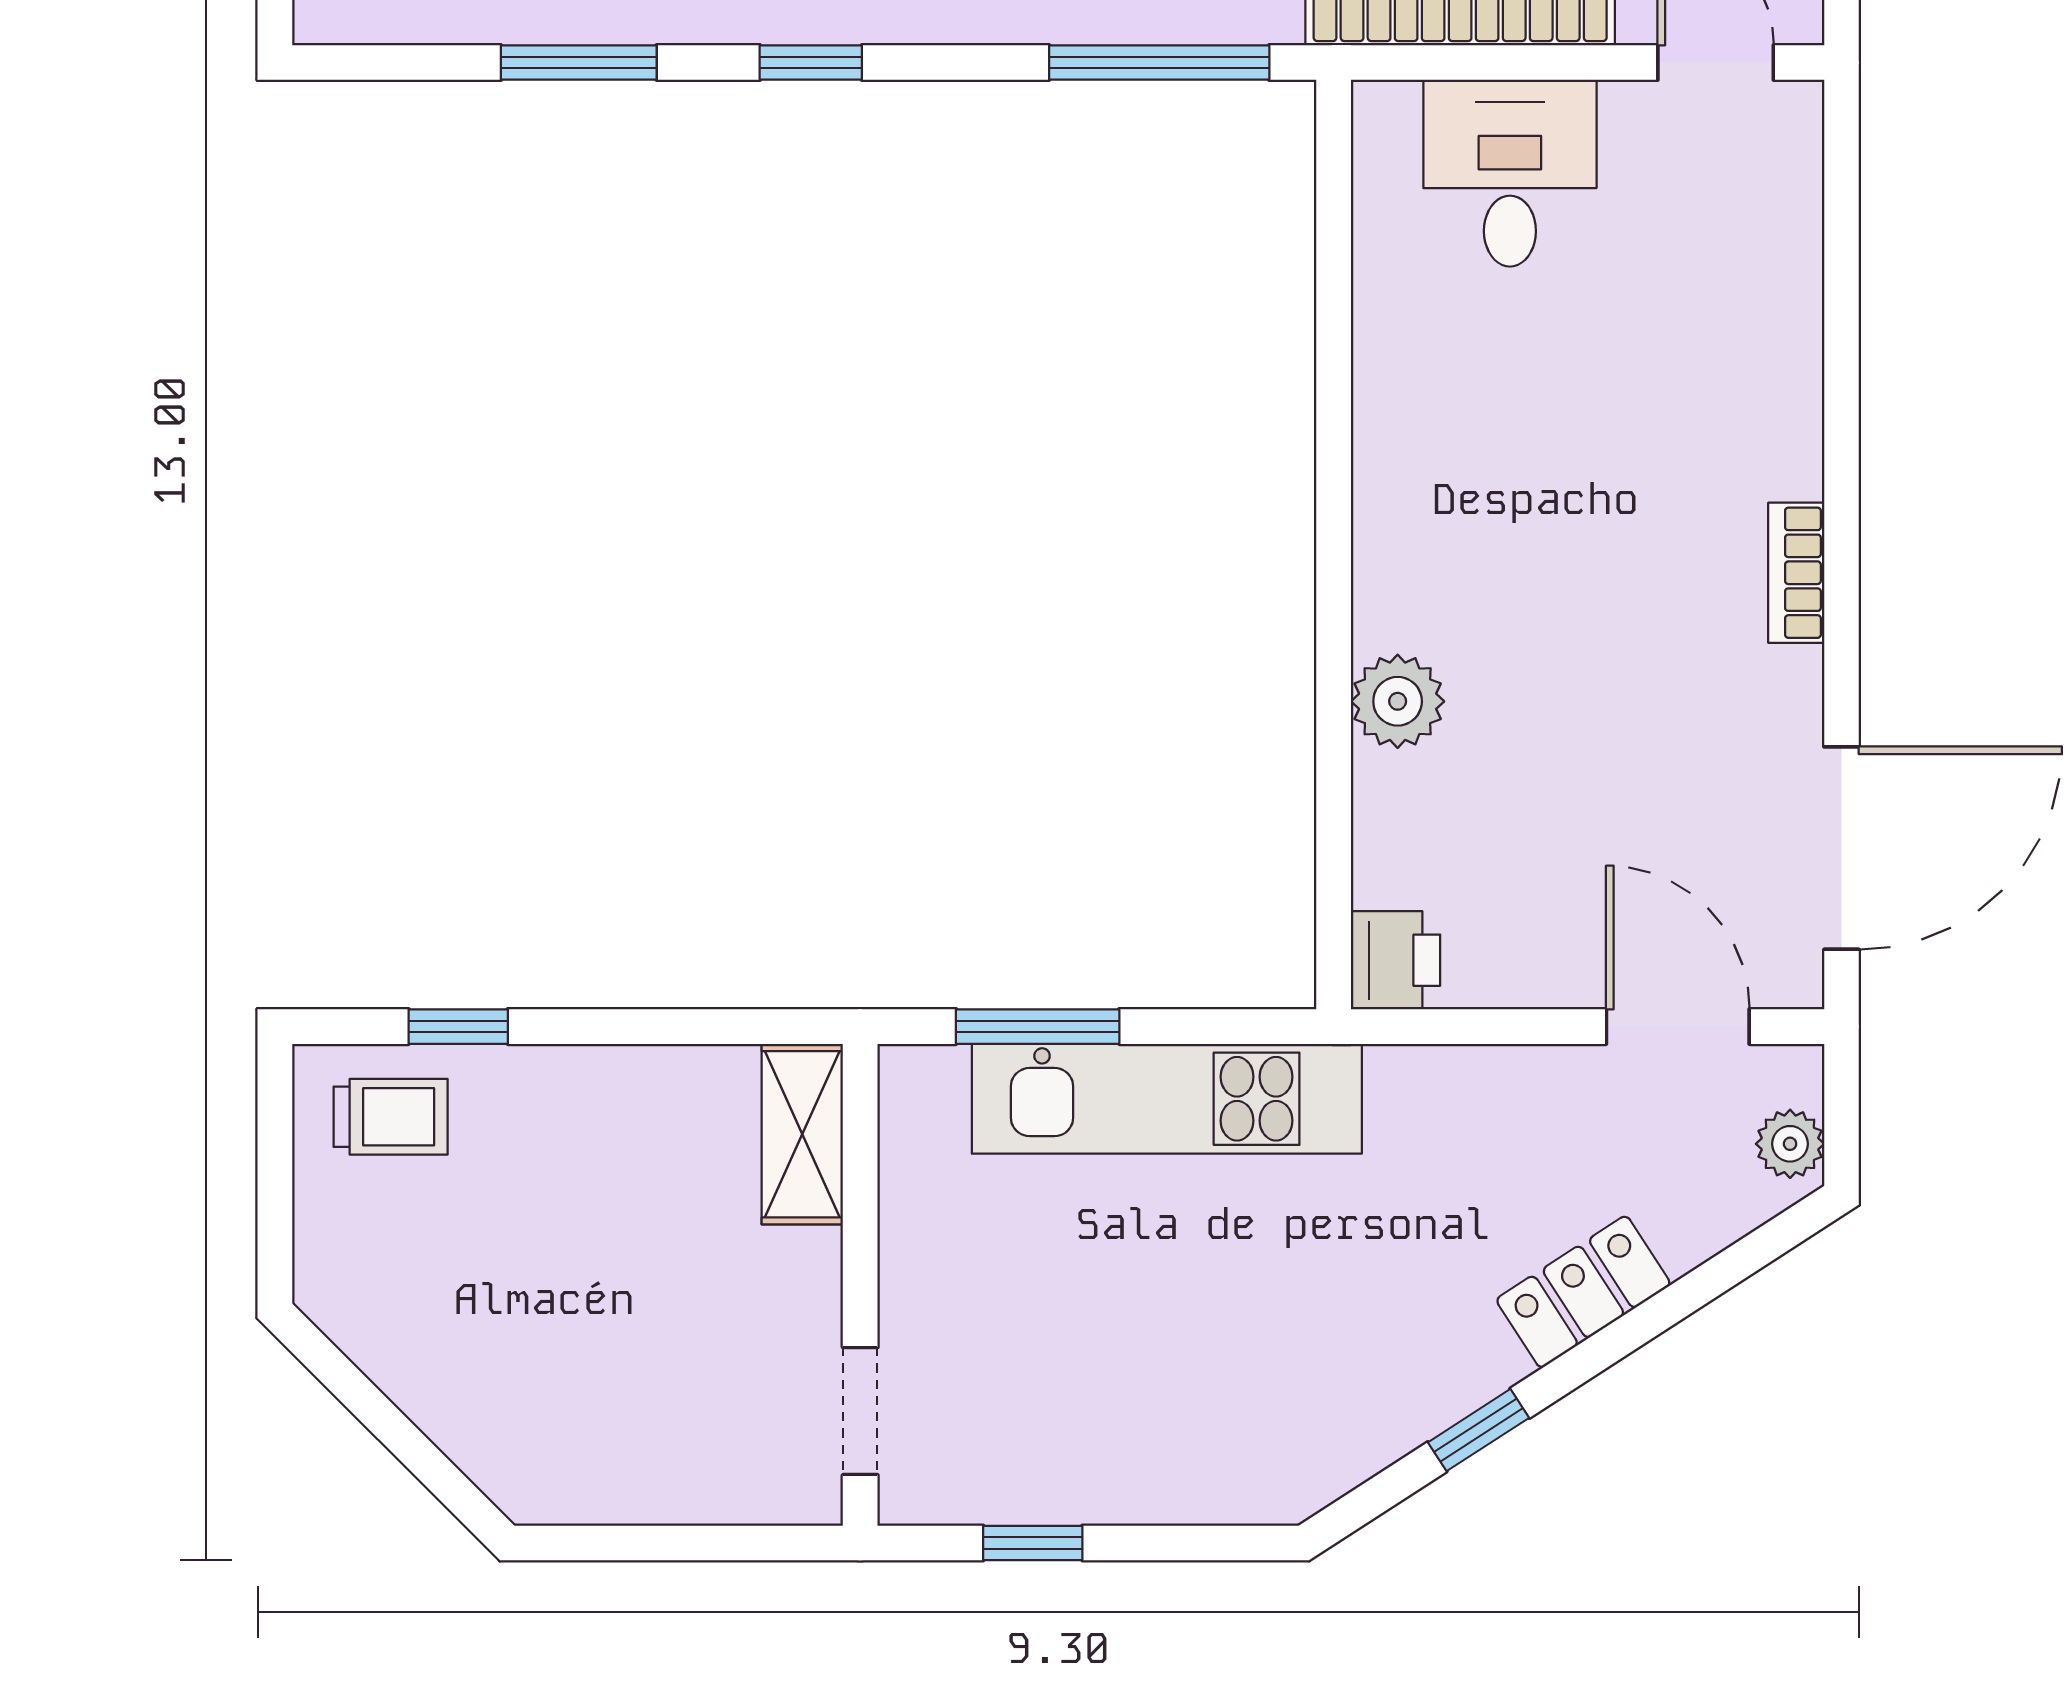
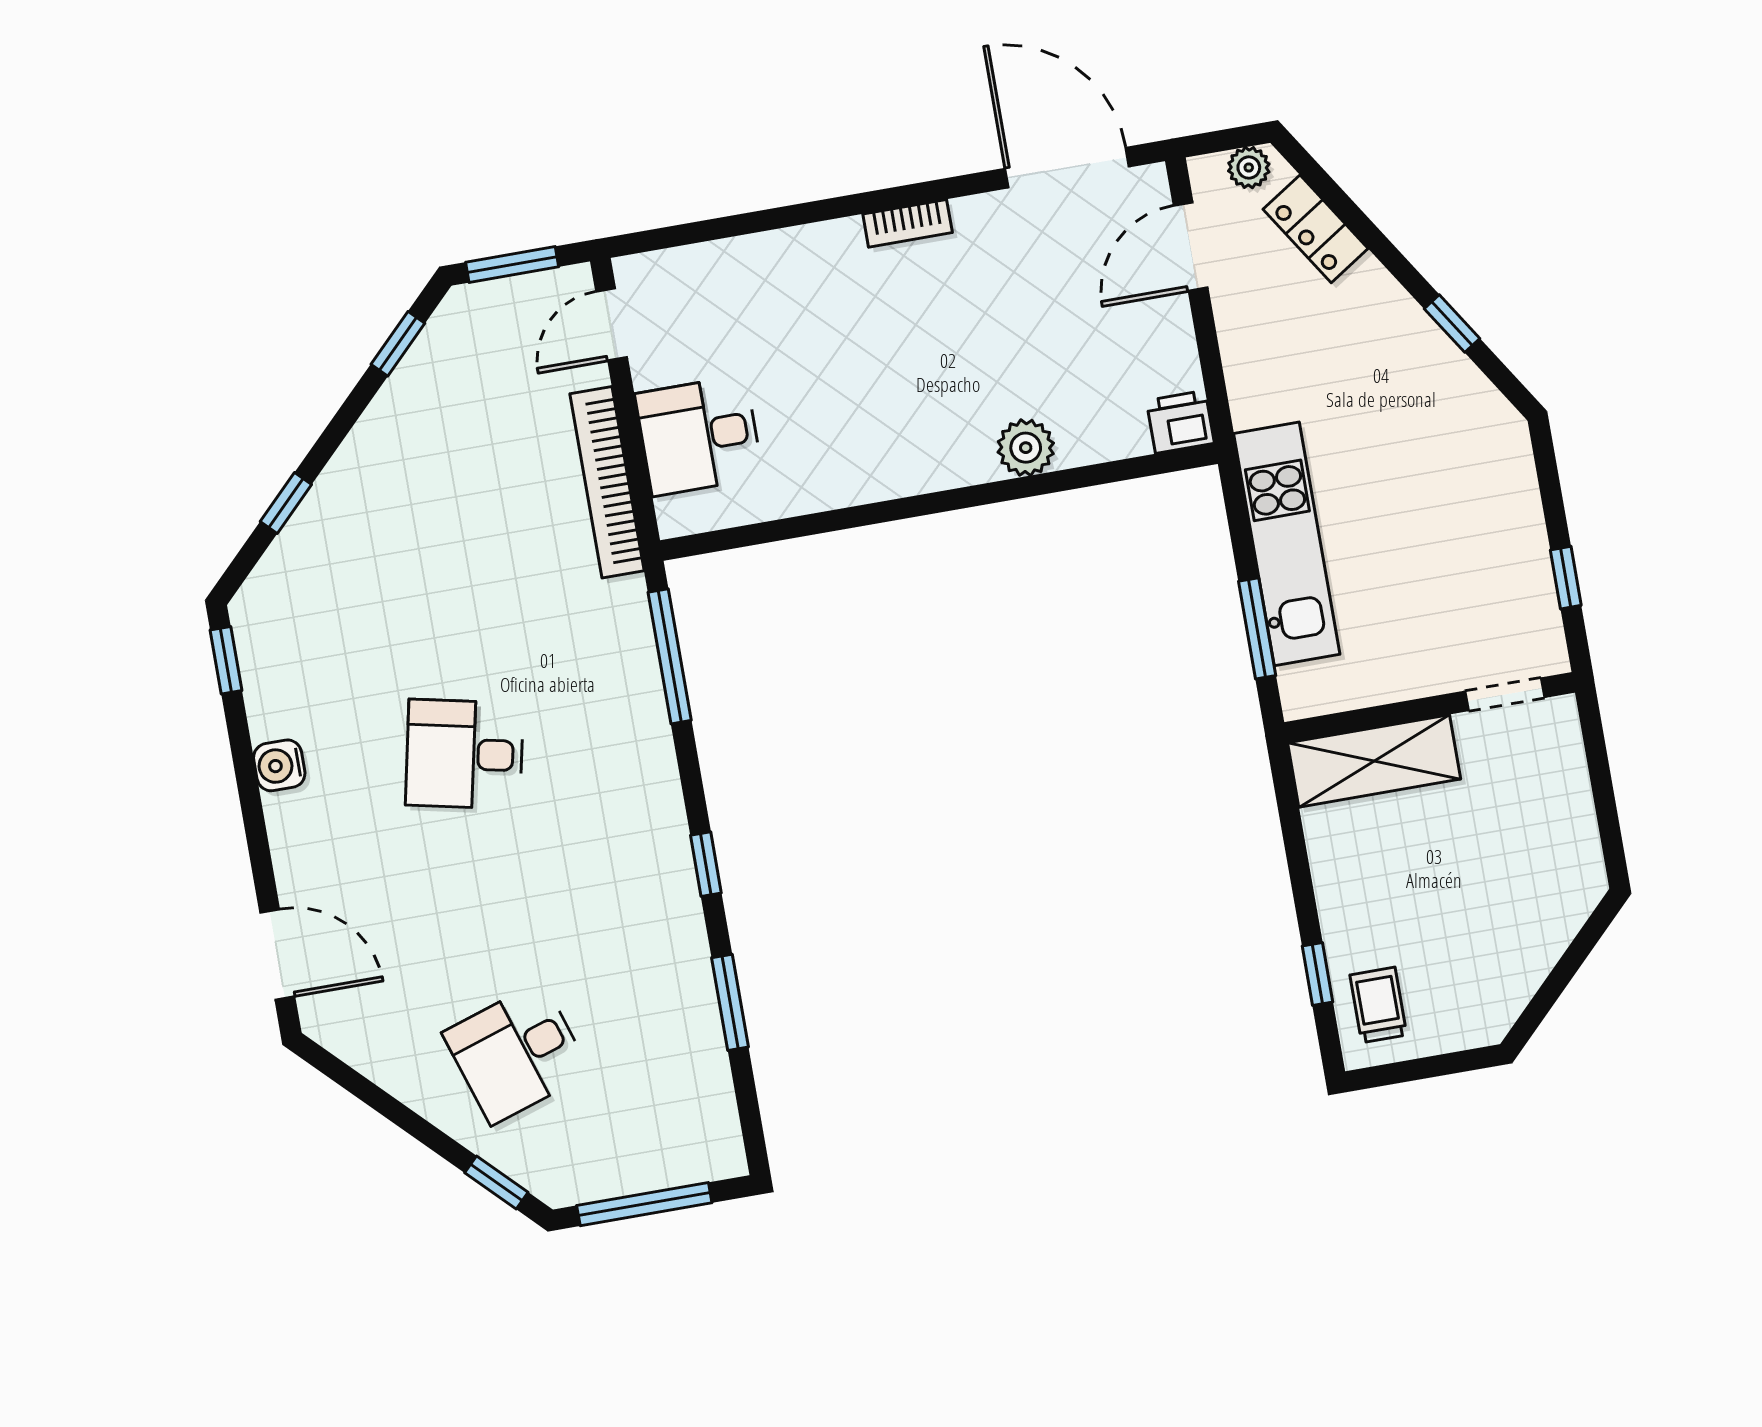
shelving: (802, 1134) -> (1374, 761), width x1.50, depth x1.33
locker: (1583, 1292) -> (1316, 229), moved

